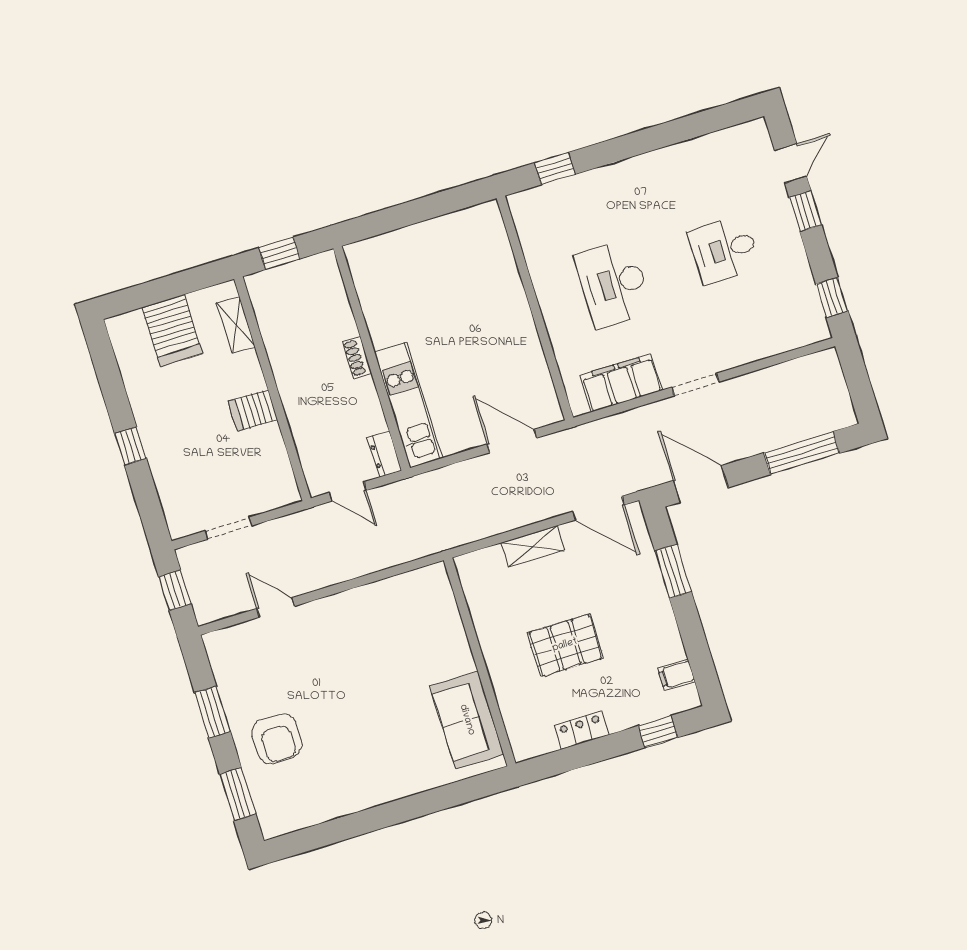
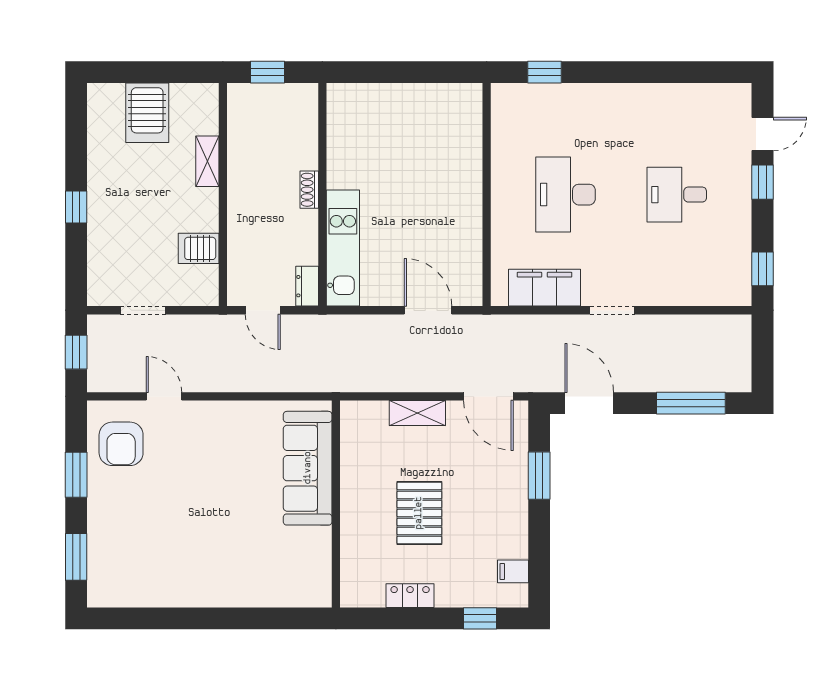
shelving: (236, 325) -> (207, 161), moved
server rack: (253, 410) -> (199, 248), moved
pallet: (565, 645) -> (419, 513), turned 90
sofa: (467, 720) -> (308, 468), moved, width x1.36
armchair: (277, 739) -> (121, 444), moved

